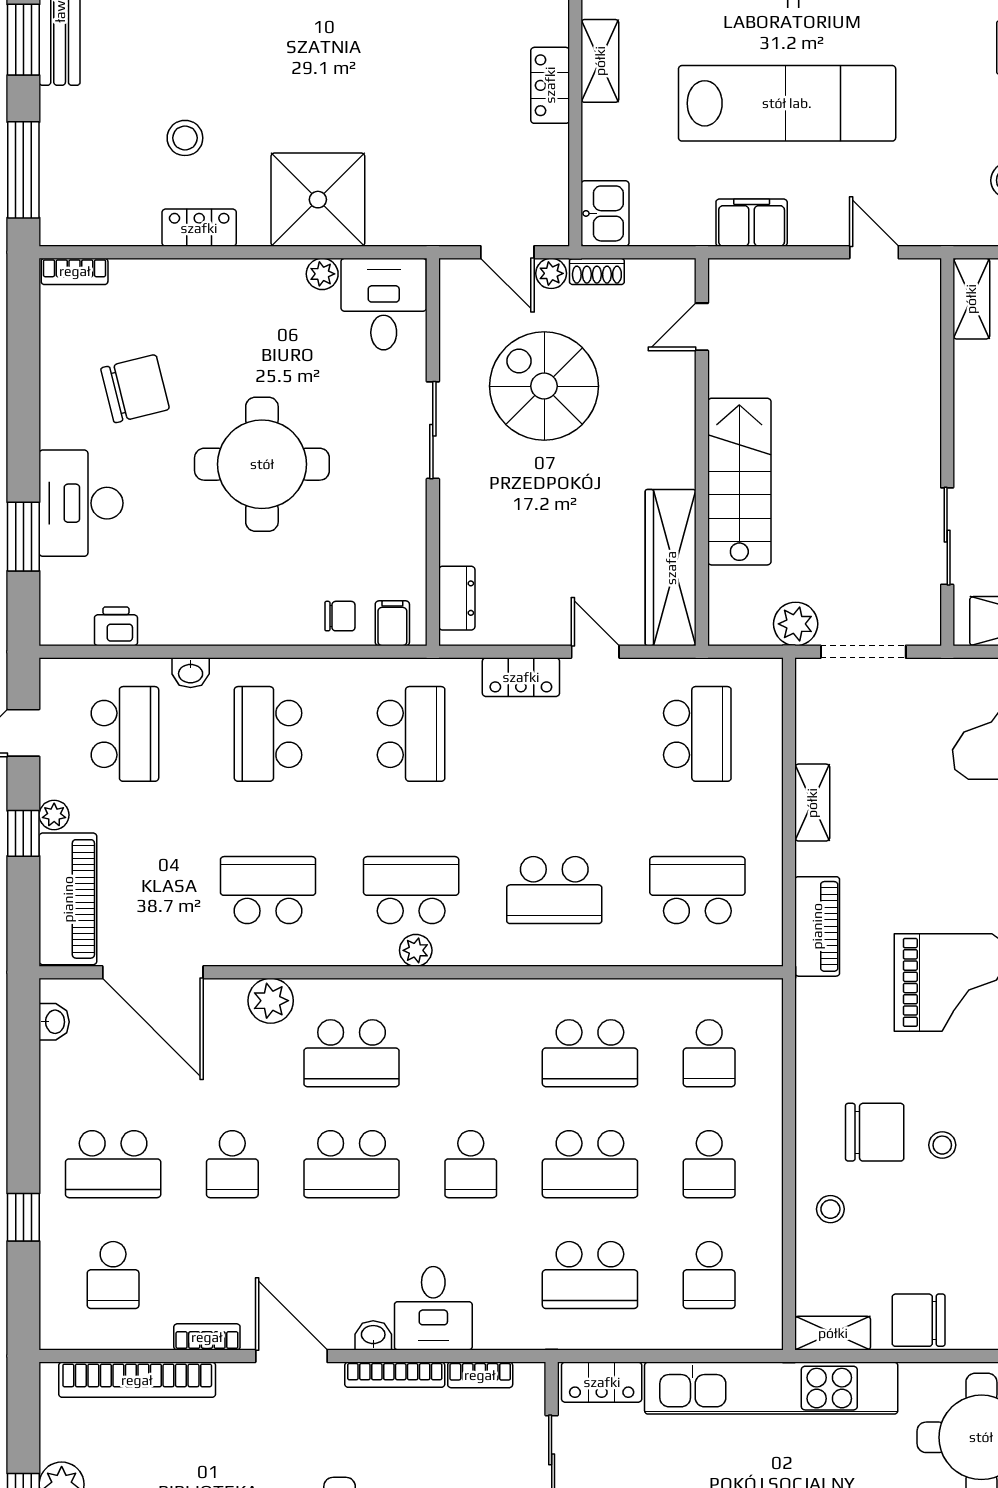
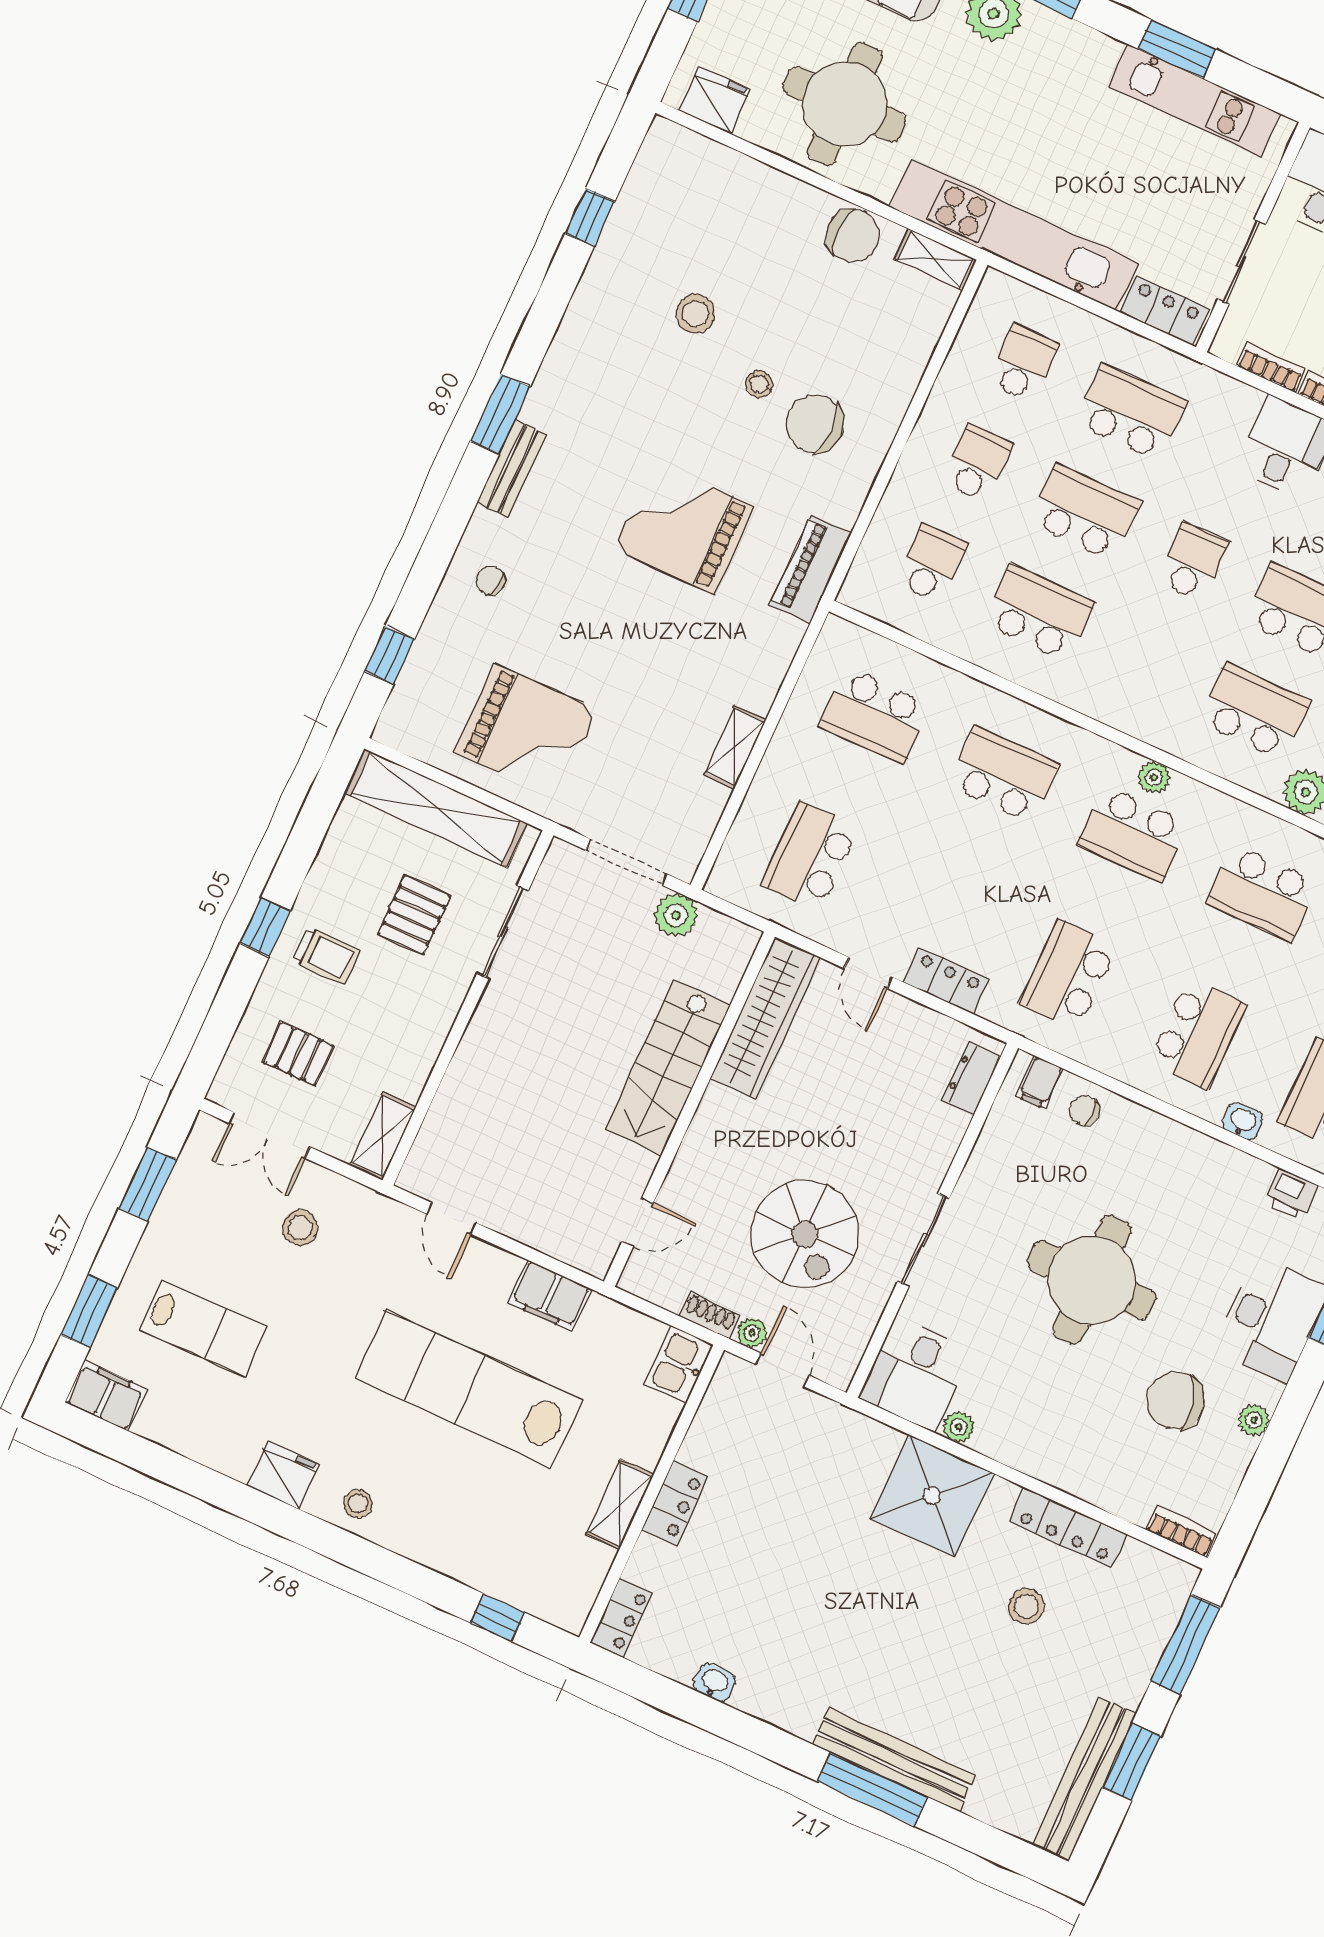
locker: (199, 228) -> (1068, 1528), width x1.53
plant: (55, 404) -> (1254, 1420), added
piano: (817, 926) -> (811, 569), moved
stool: (830, 1209) -> (886, 372), removed

